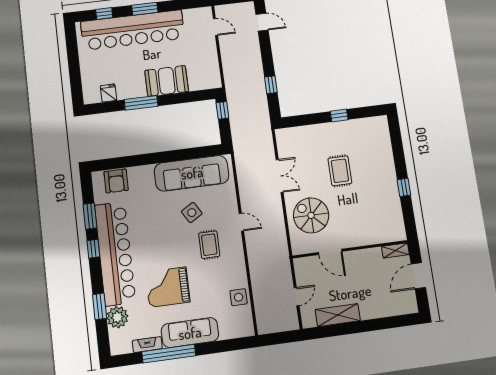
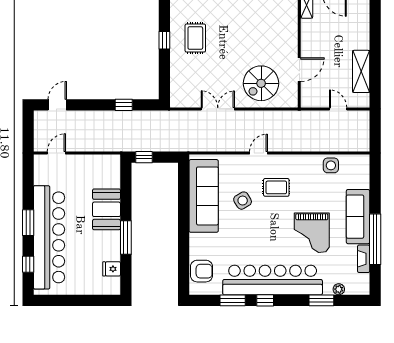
rug: (340, 171) -> (195, 38), moved, turned 90
plant: (117, 317) -> (339, 289), width x0.53, depth x0.53

